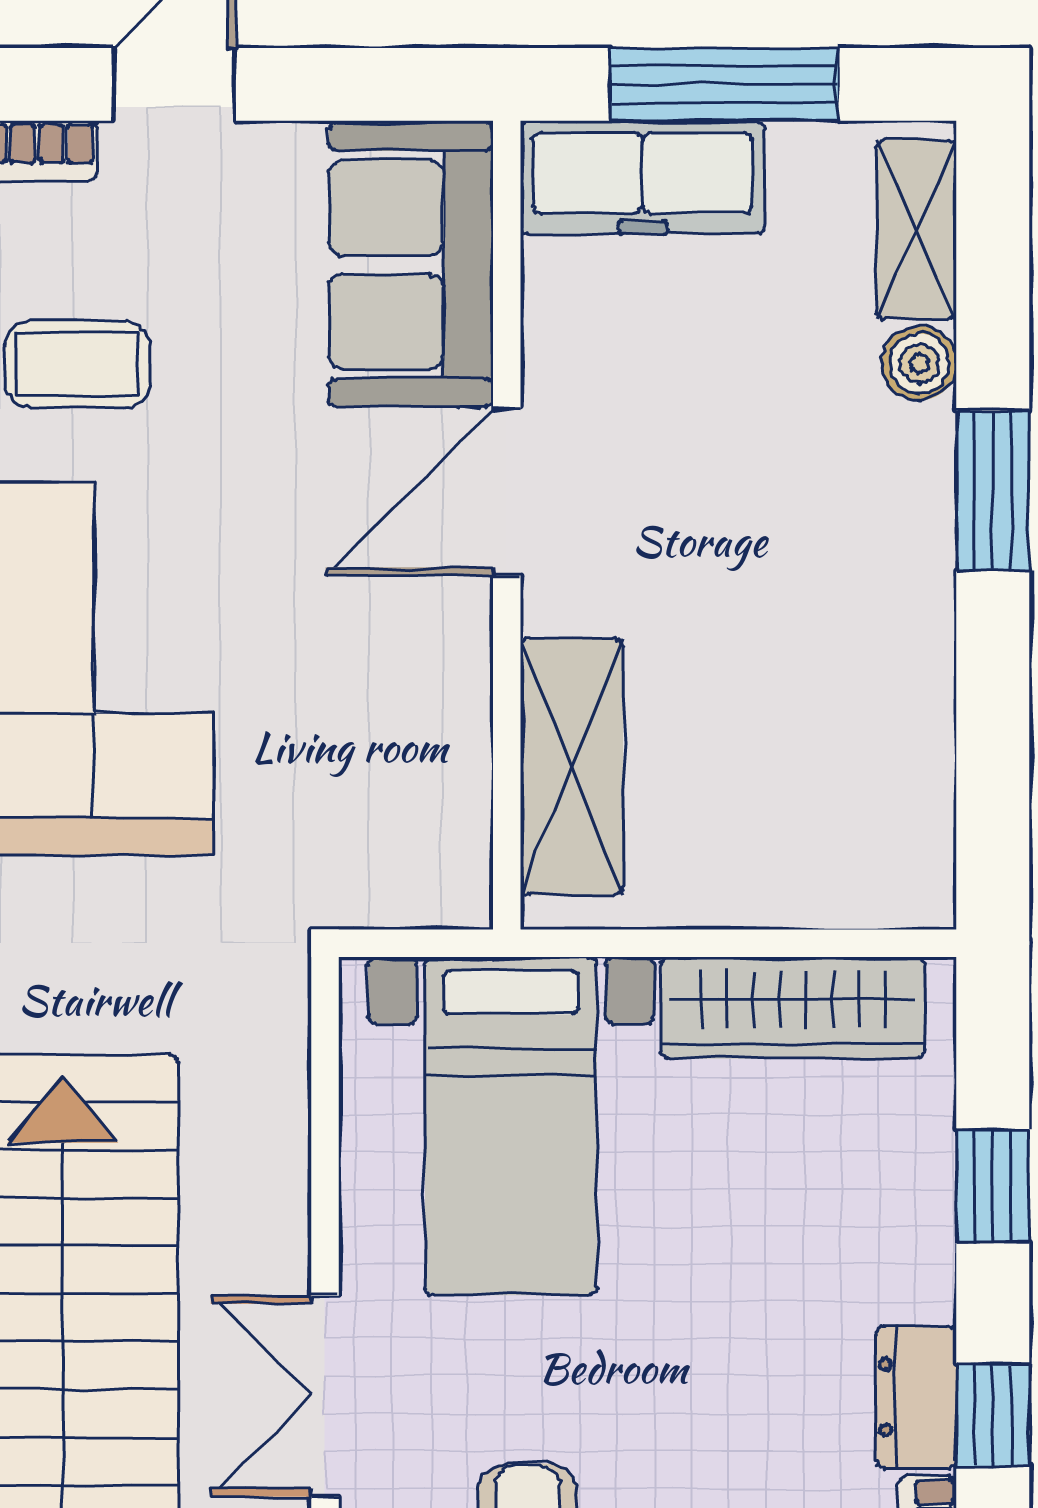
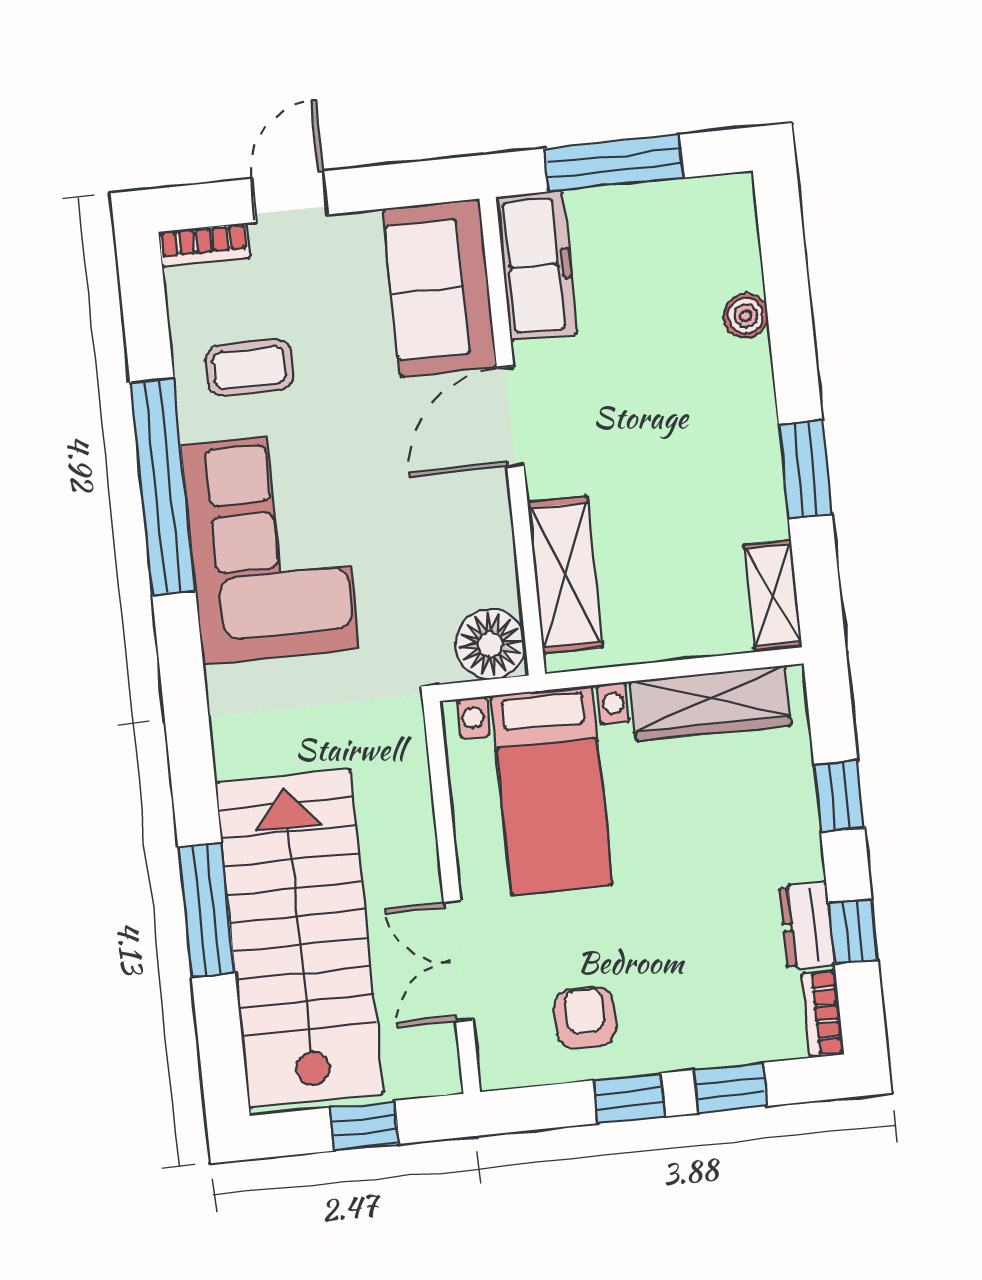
freezer: (642, 177) -> (537, 266), moved, turned -90
shelving: (916, 229) -> (773, 595), moved
window: (993, 490) -> (805, 469), moved
floor lamp: (434, 870) -> (490, 644), added

